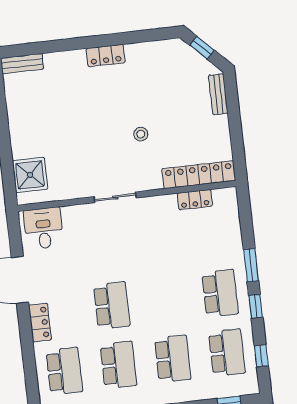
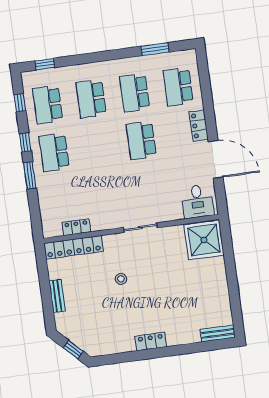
bench: (218, 94) -> (57, 296), moved
shower: (30, 175) -> (204, 240), width x1.37, depth x1.37

